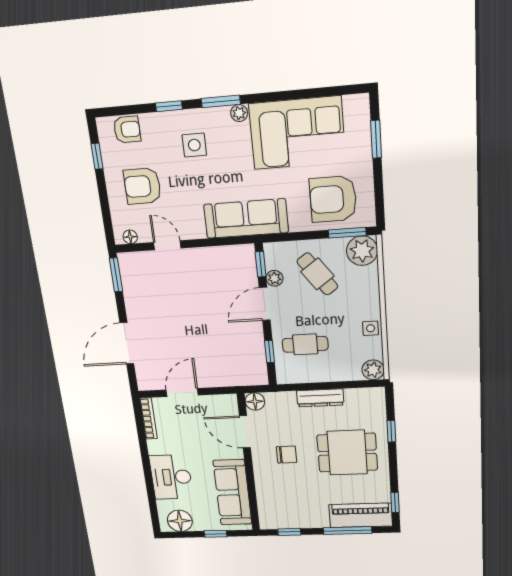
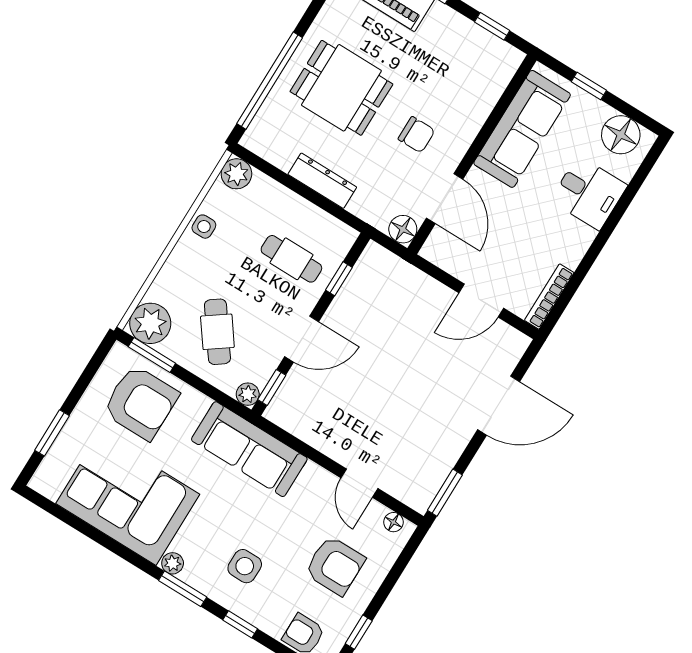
plant: (274, 278) -> (248, 394), moved
window: (391, 431) -> (270, 81), width x3.17
chair: (286, 455) -> (417, 135), turned 180
desk: (171, 477) -> (589, 193), width x0.73

